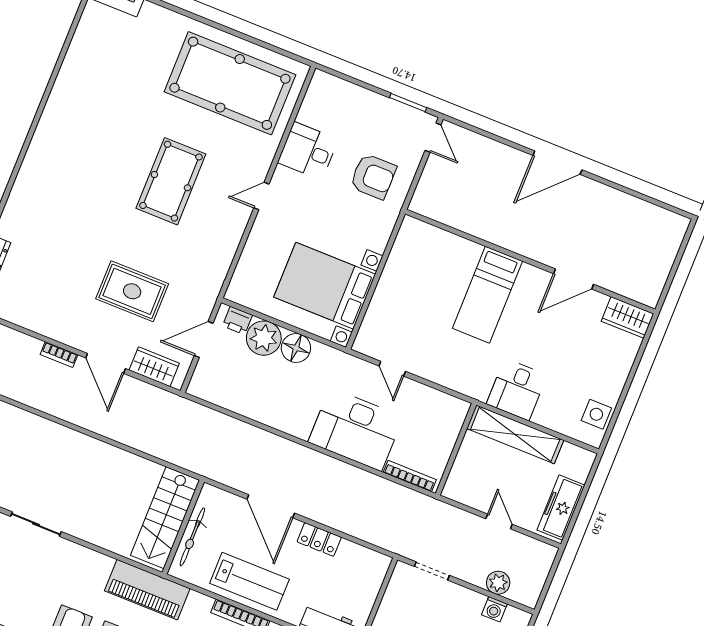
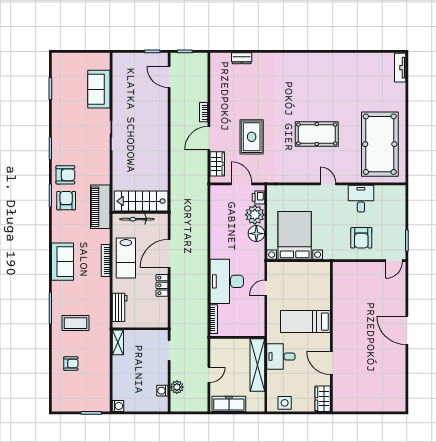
wall: (530, 262) -> (331, 337), moved
door: (574, 279) -> (331, 363), moved
bed: (487, 295) -> (305, 322), moved
wardrobe: (627, 317) -> (323, 399), moved

